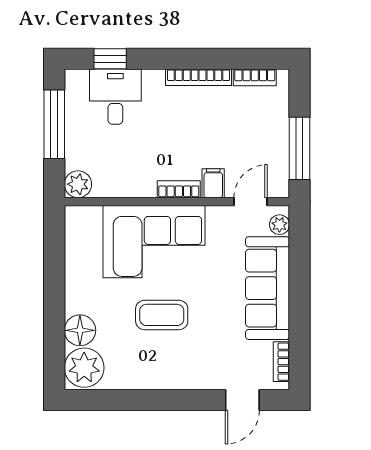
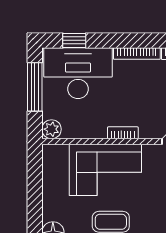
desk: (115, 97) -> (78, 73), width x1.87, depth x1.30
filing cabinet: (213, 183) -> (147, 128), removed

